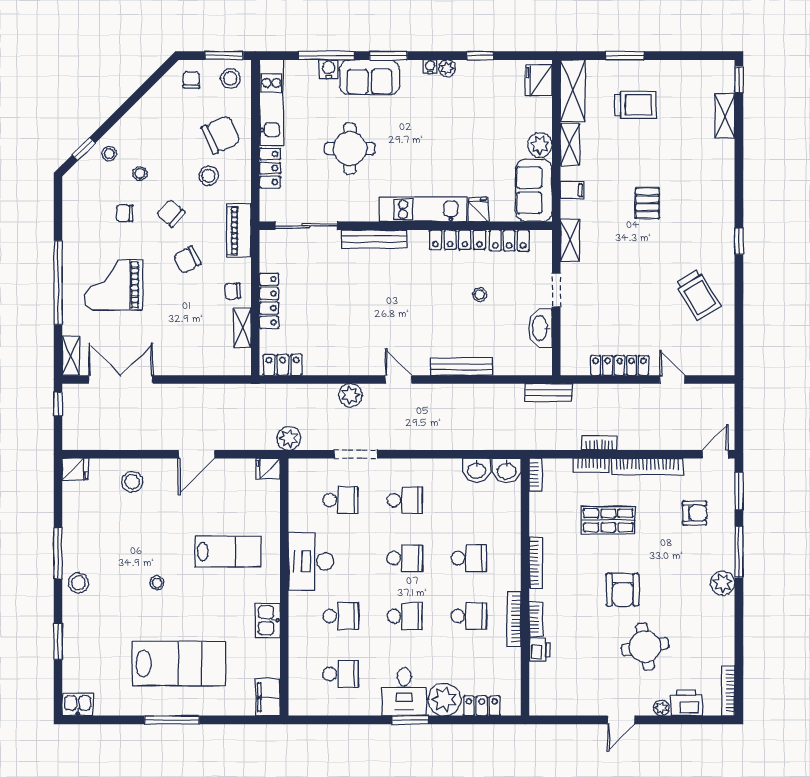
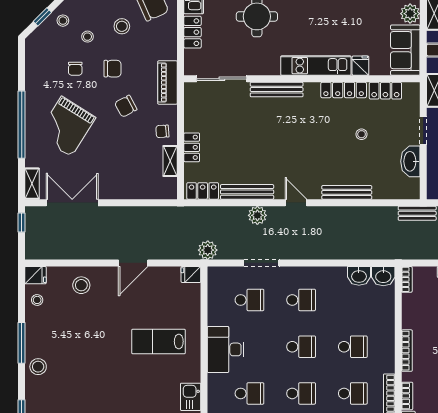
stool: (209, 176) -> (122, 26), moved
chair: (125, 213) -> (75, 69), turned -90
chair: (171, 213) -> (112, 69), turned 140
grand piano: (114, 285) -> (66, 126), turned -58
locker: (269, 301) -> (192, 147), width x0.66
bench: (338, 366) -> (247, 192), added
lab bench: (228, 552) -> (158, 341), turned 180
stool: (157, 583) -> (37, 300), moved

